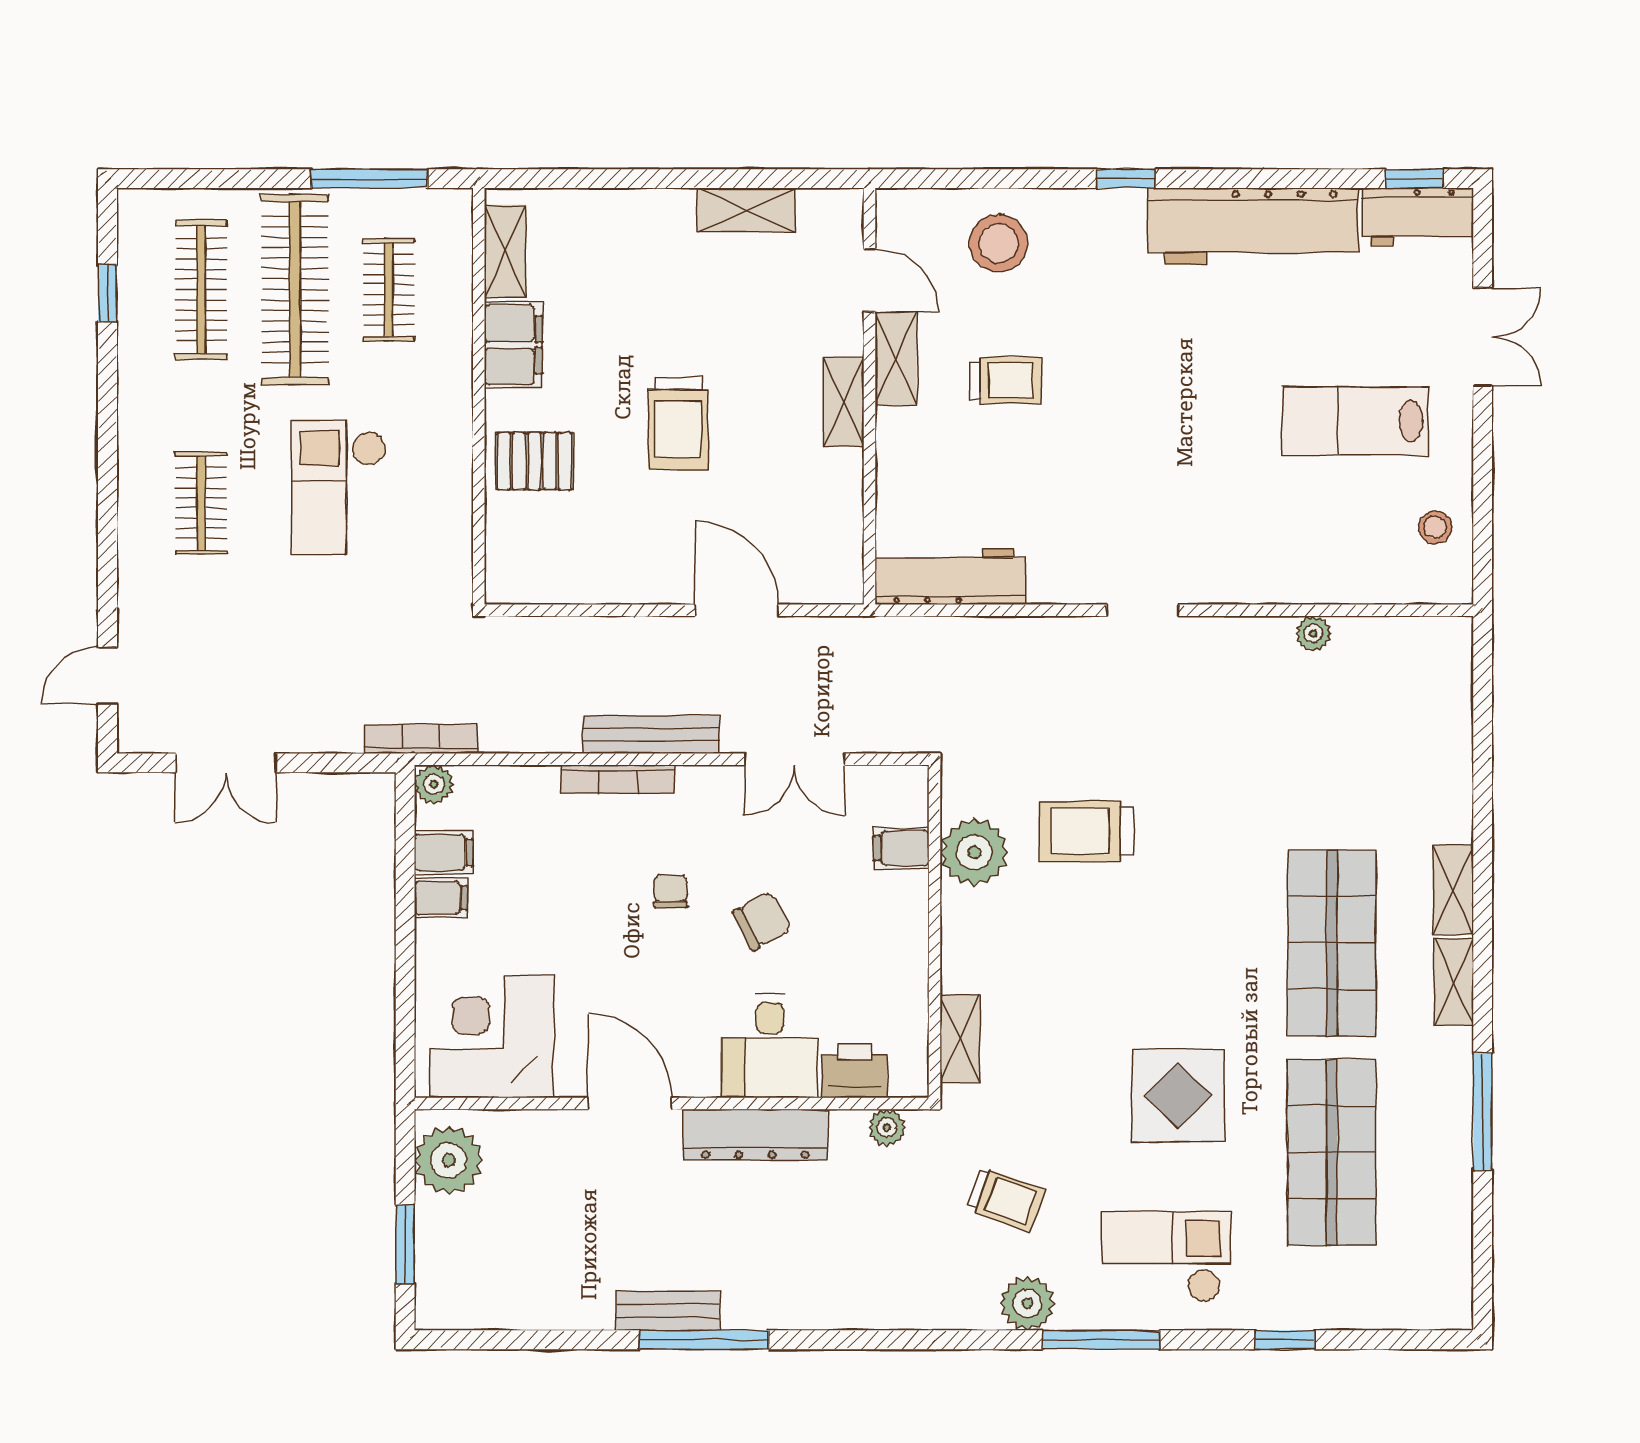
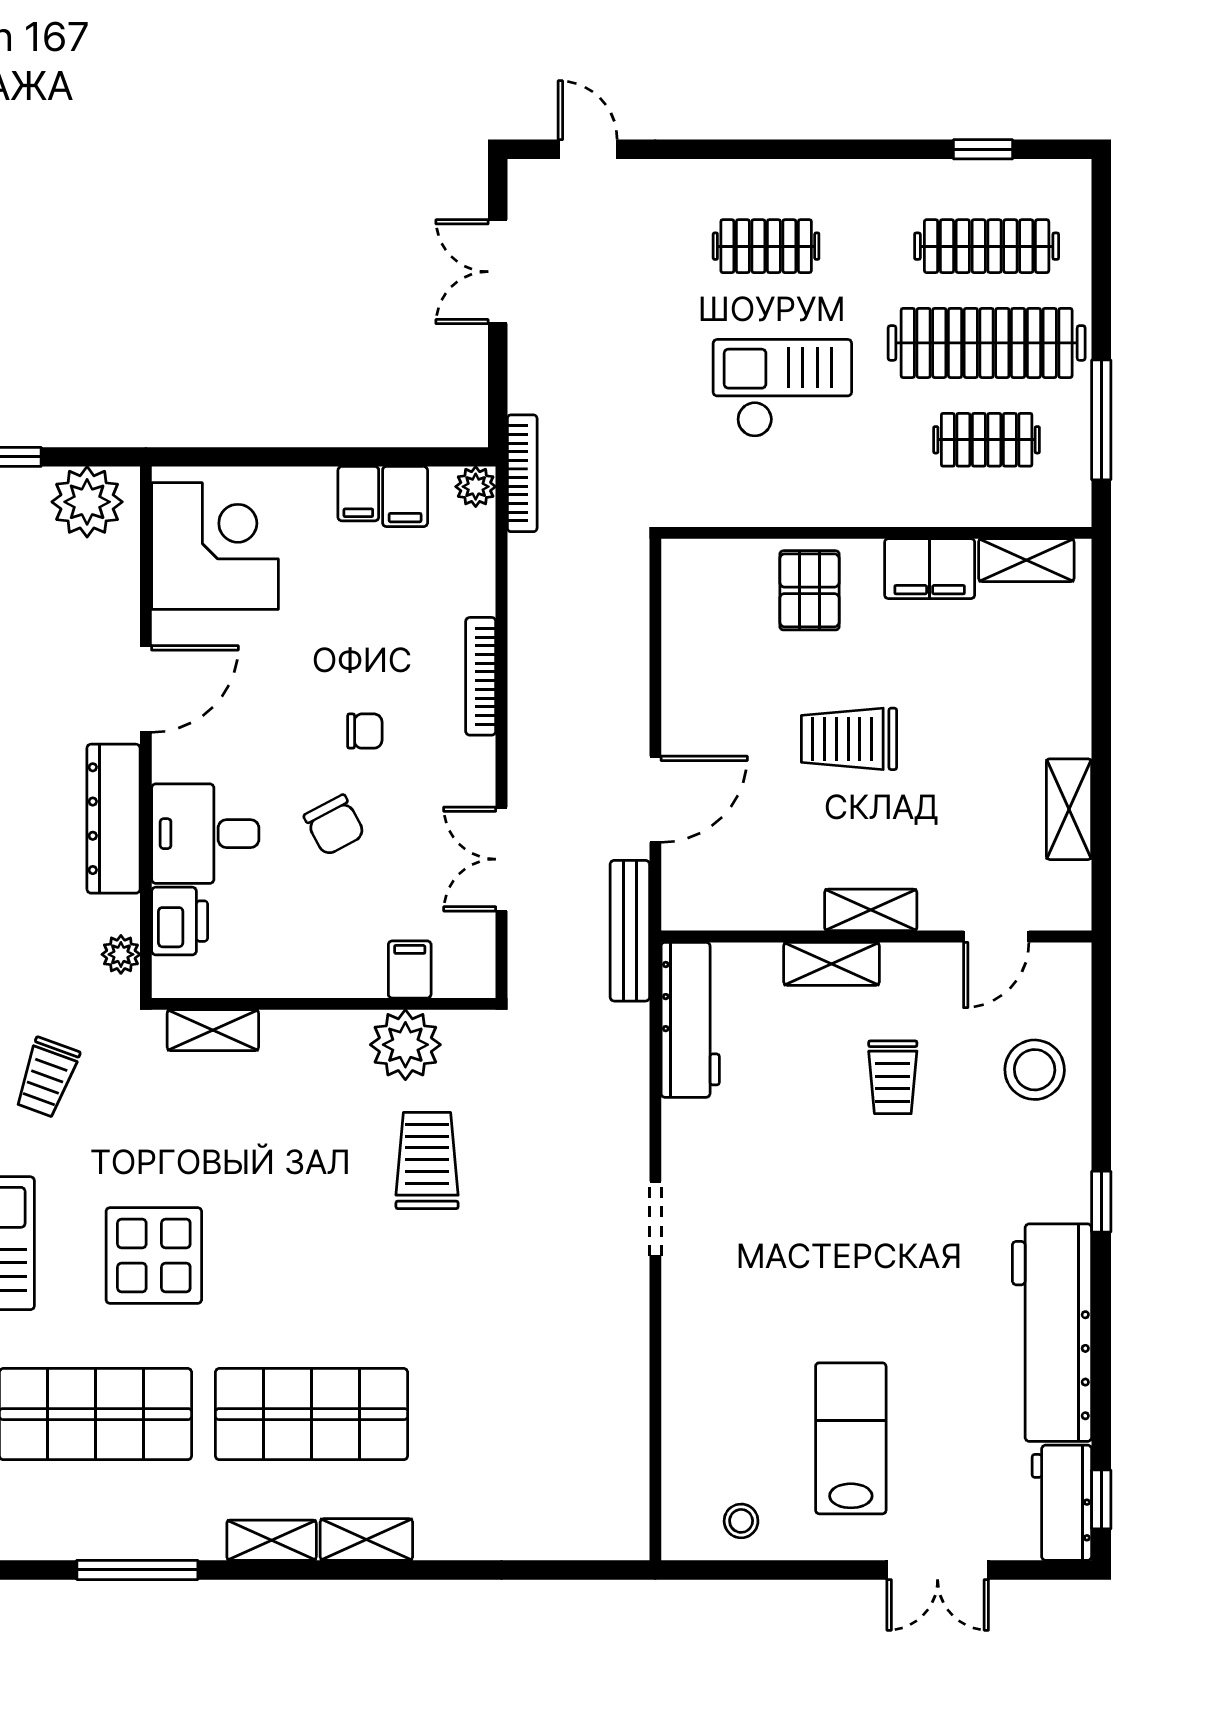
shelving: (896, 358) -> (831, 964), moved
plant: (1313, 633) -> (631, 1395), removed
bench: (651, 735) -> (630, 931), moved

